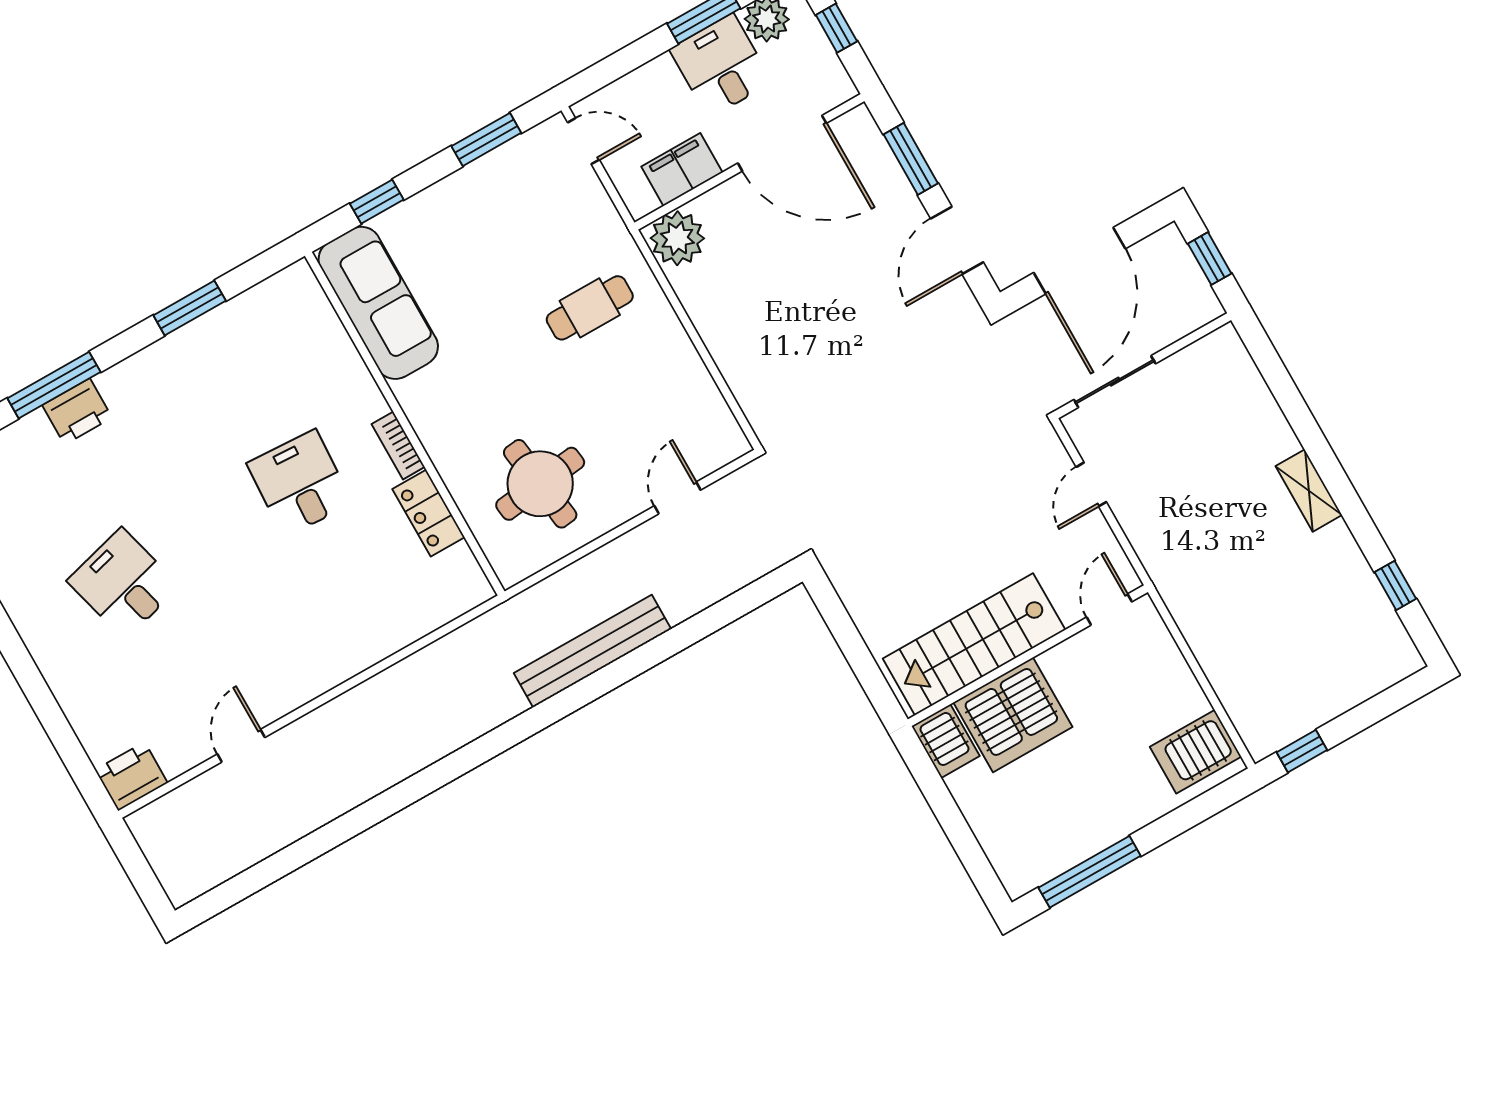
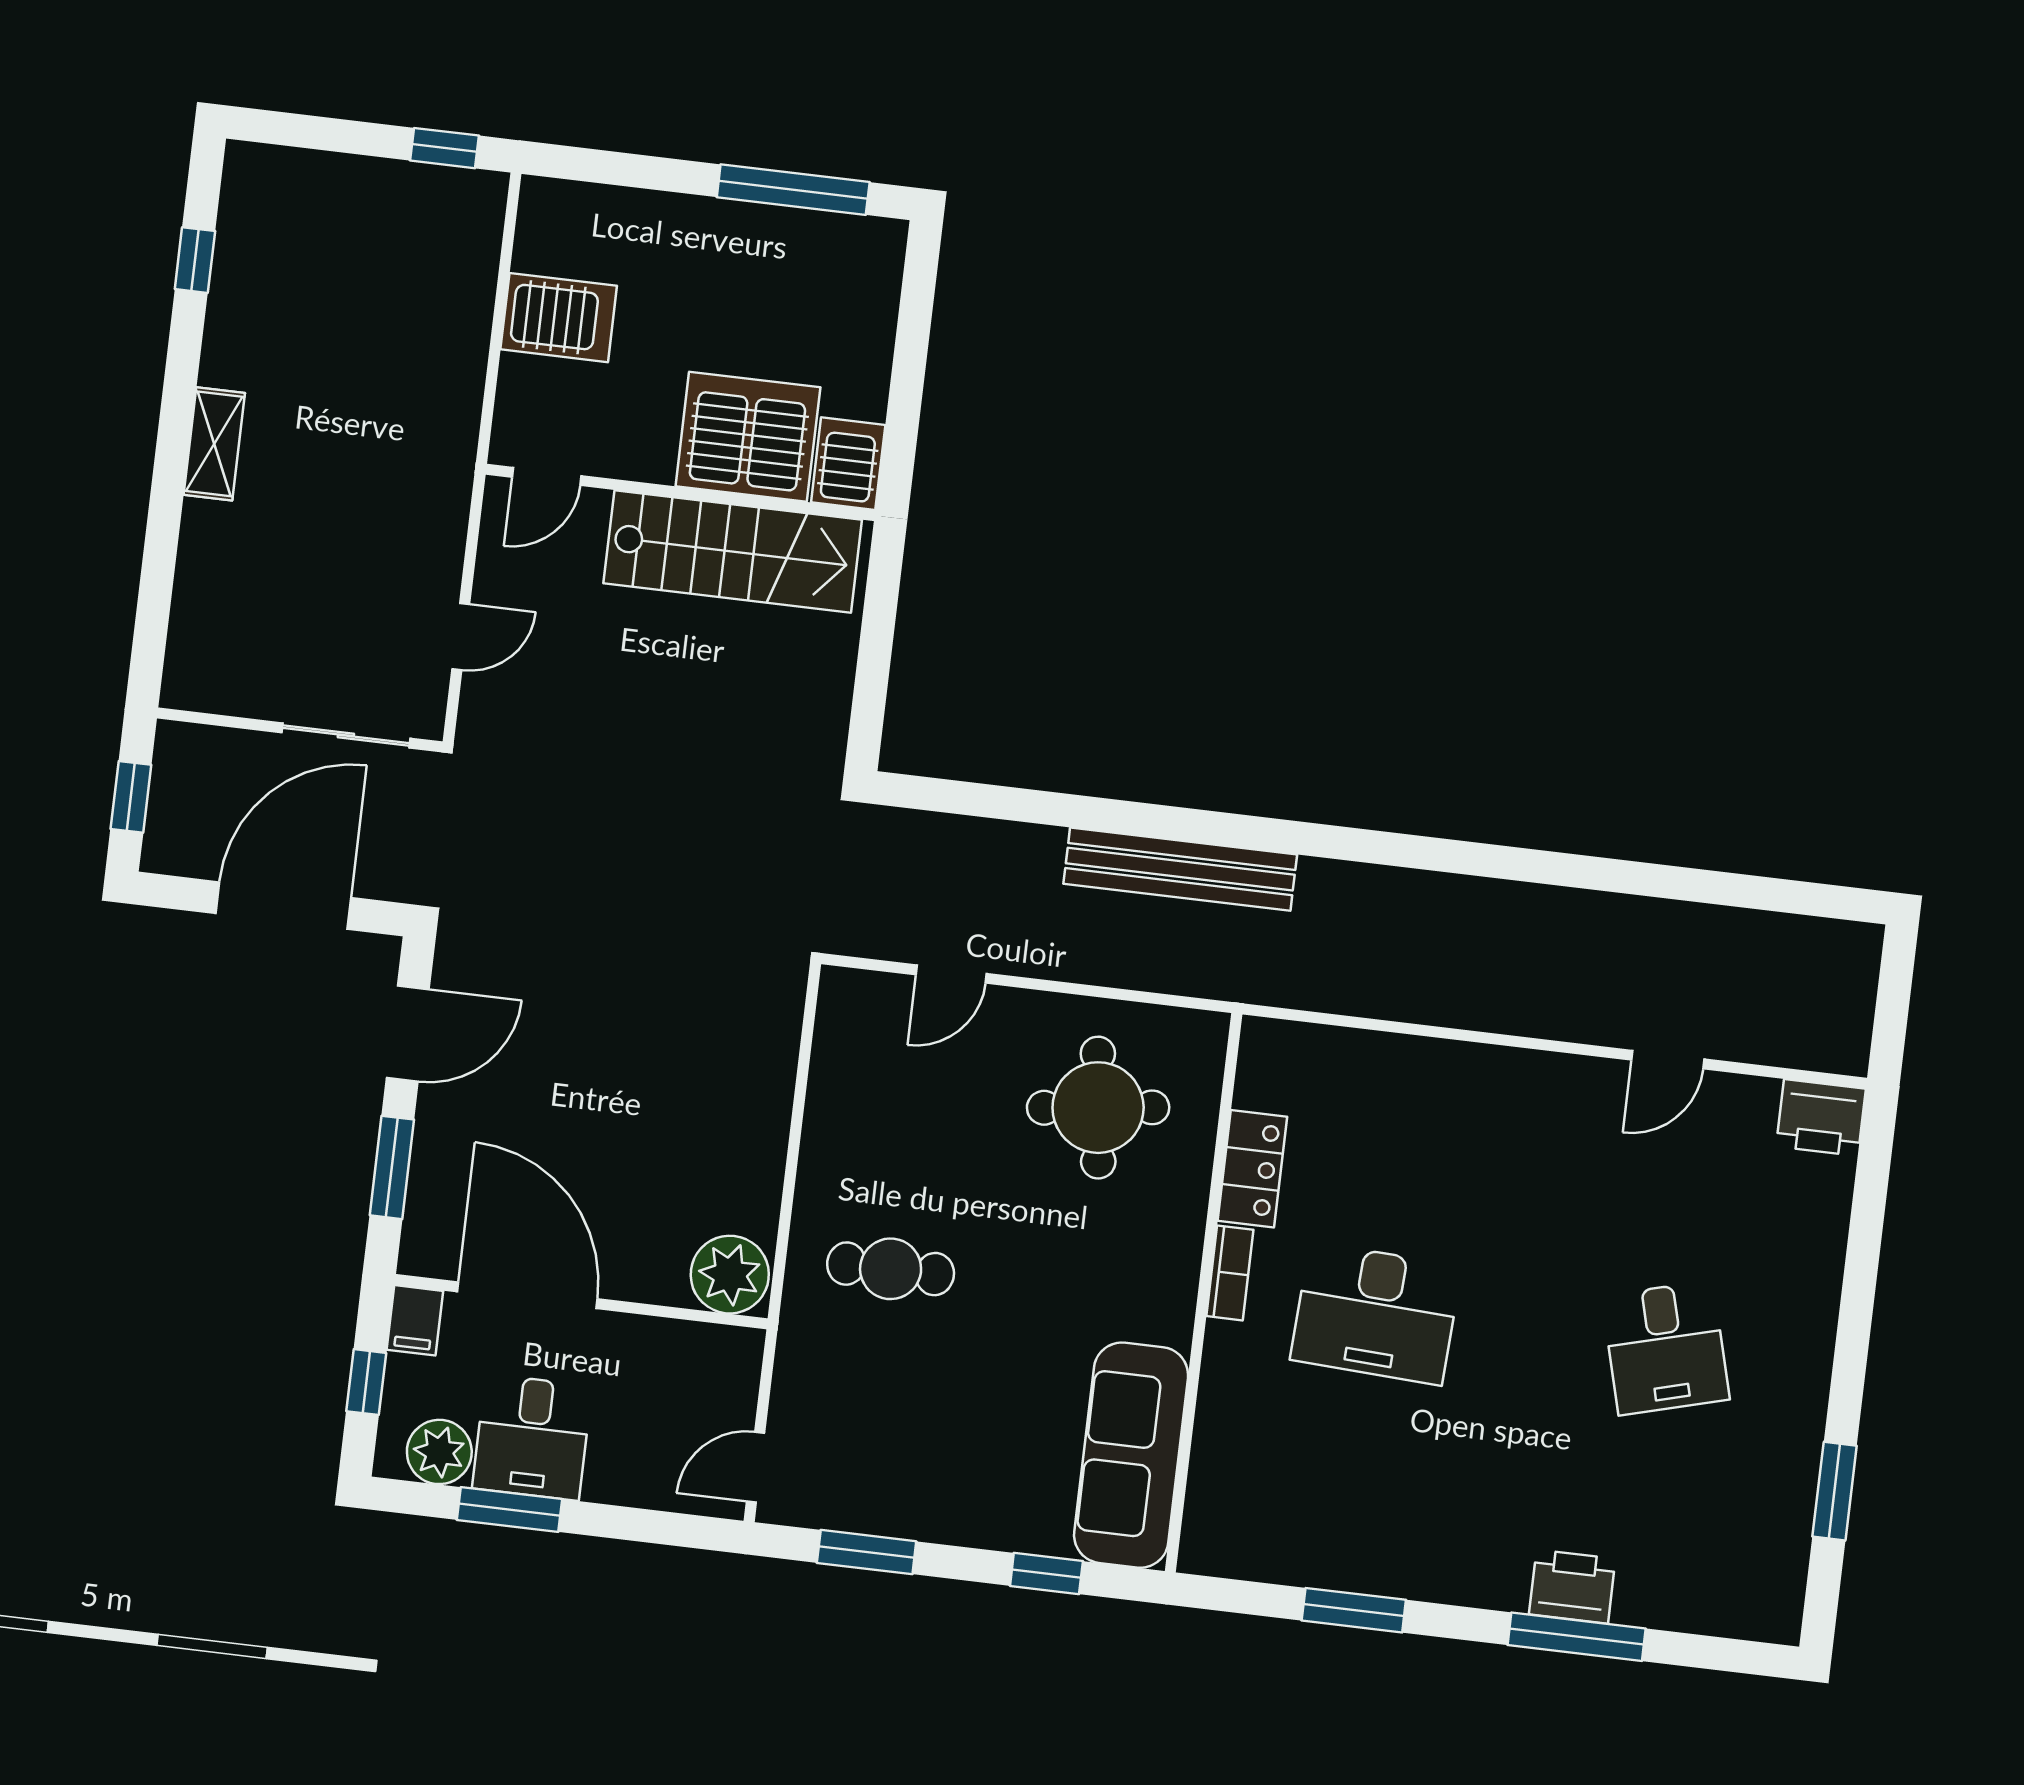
door: (583, 141) -> (756, 1467), hinge flipped
filing cabinet: (682, 170) -> (415, 1320), moved, width x0.50
desk: (300, 483) -> (1376, 1313), width x1.37
server rack: (1195, 752) -> (559, 318), moved

